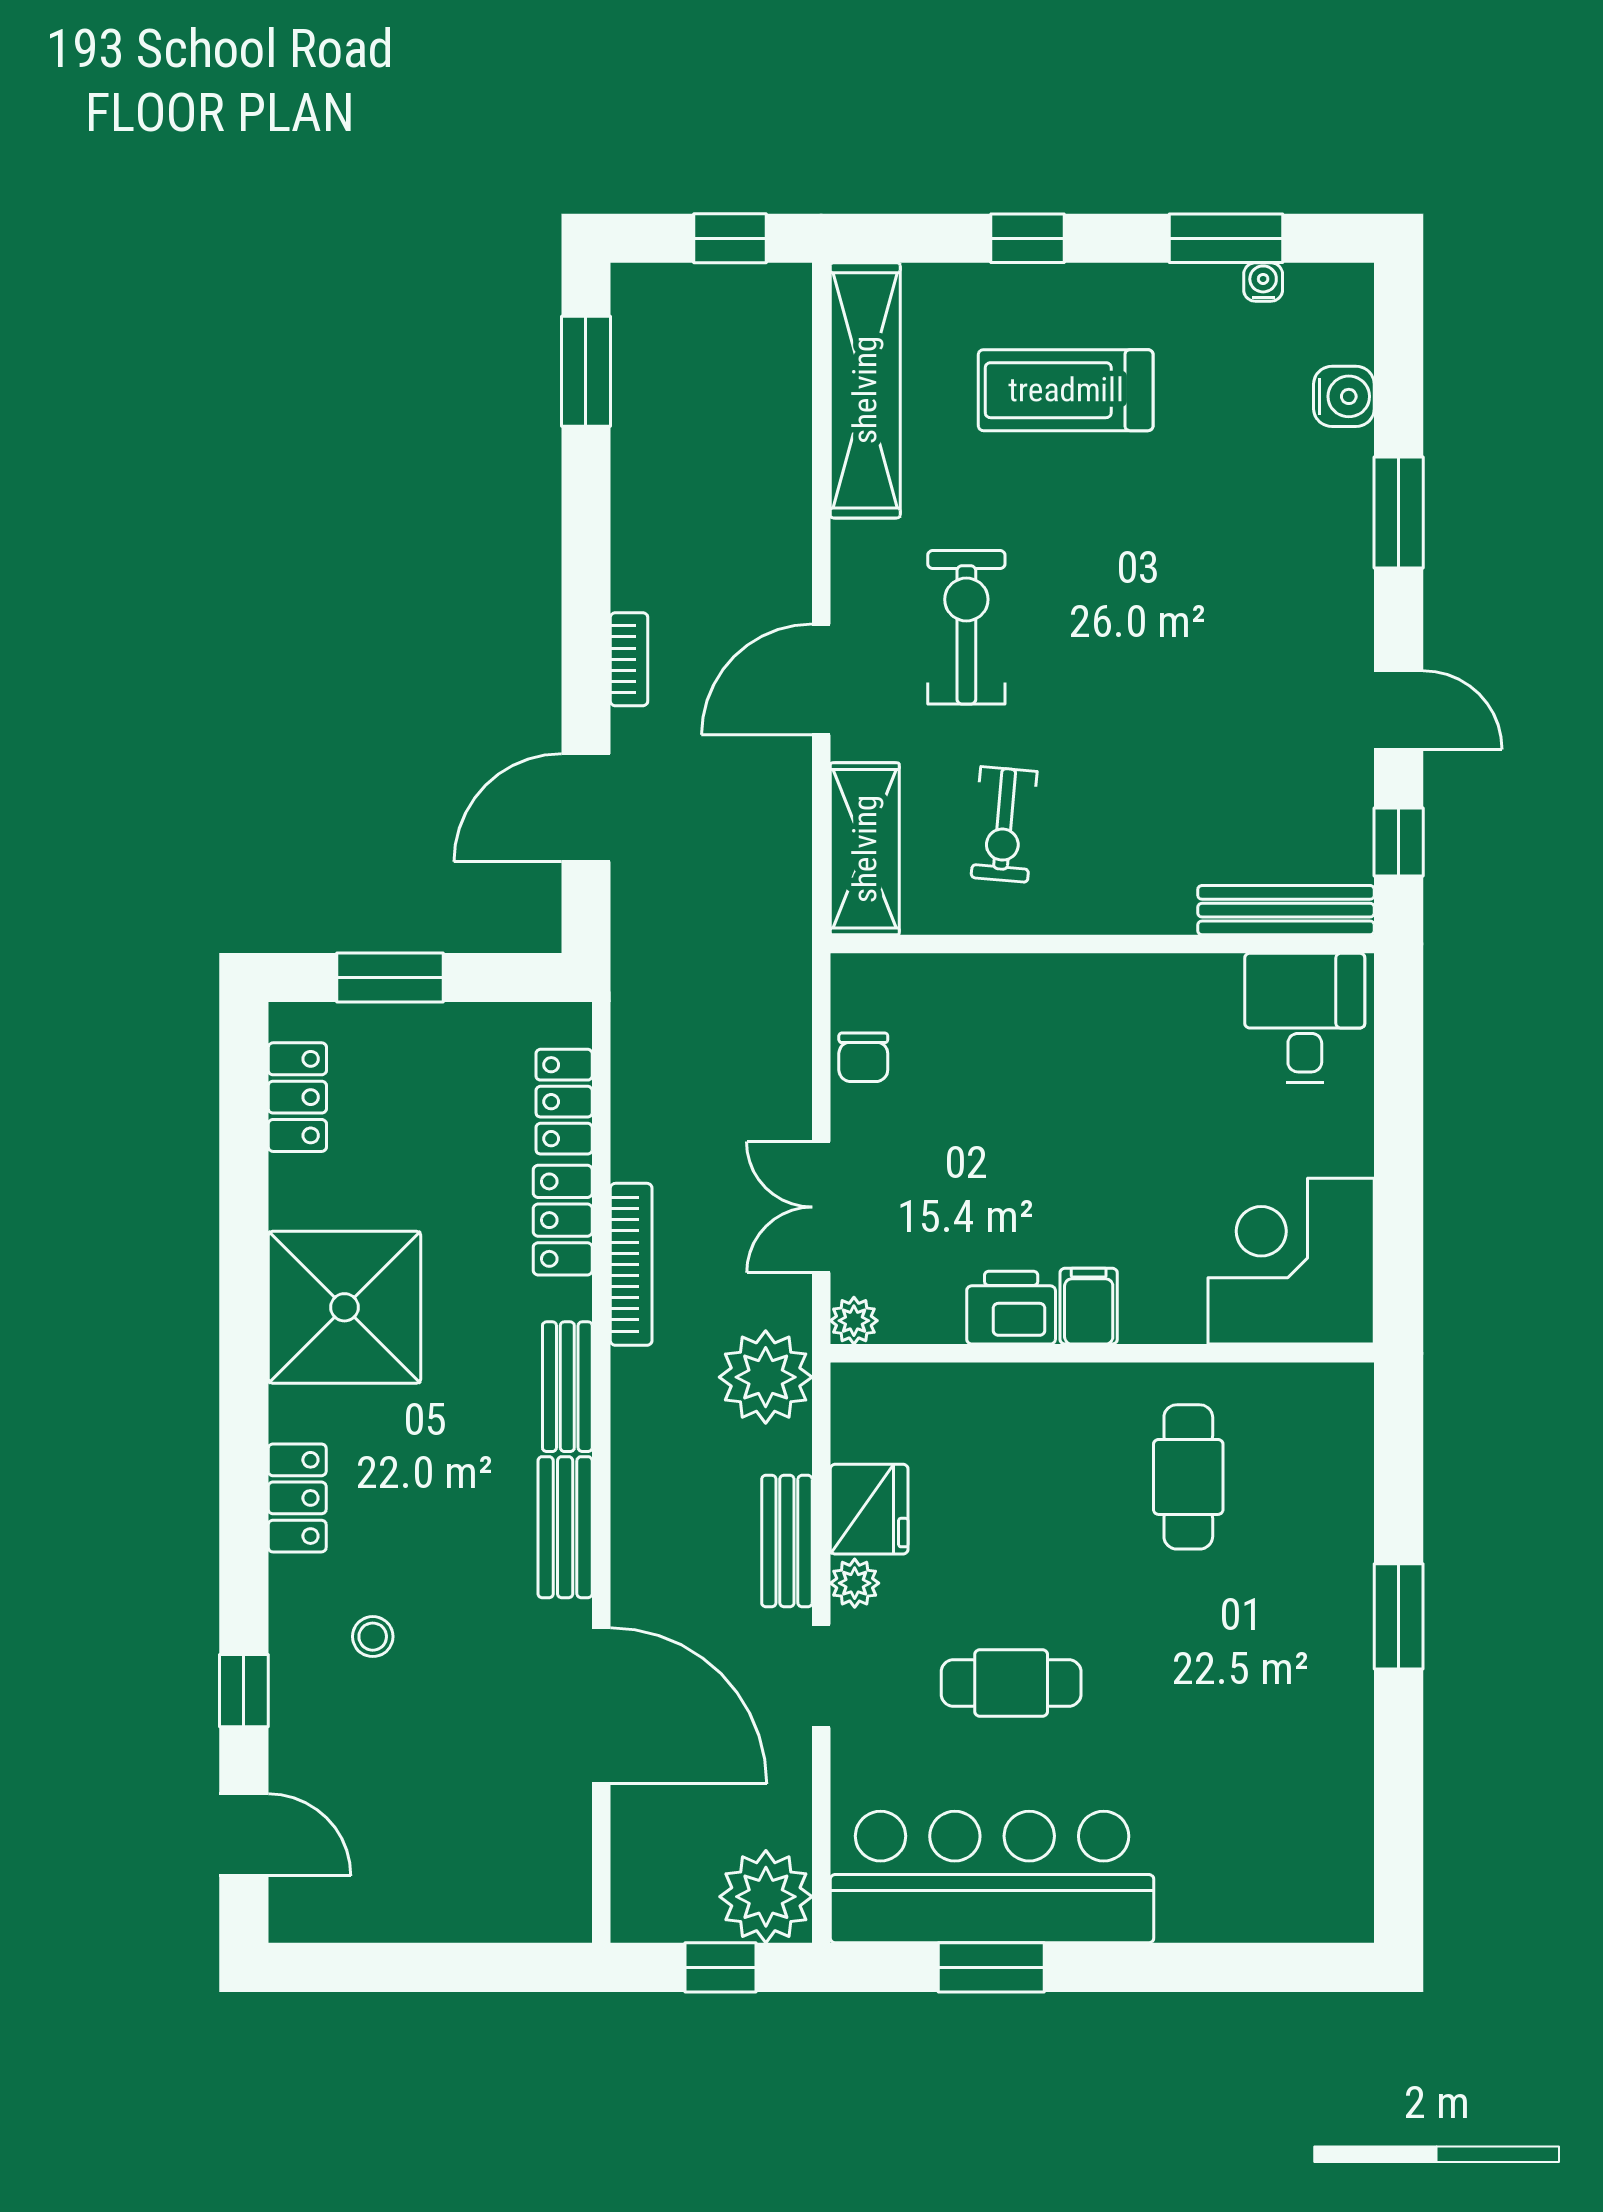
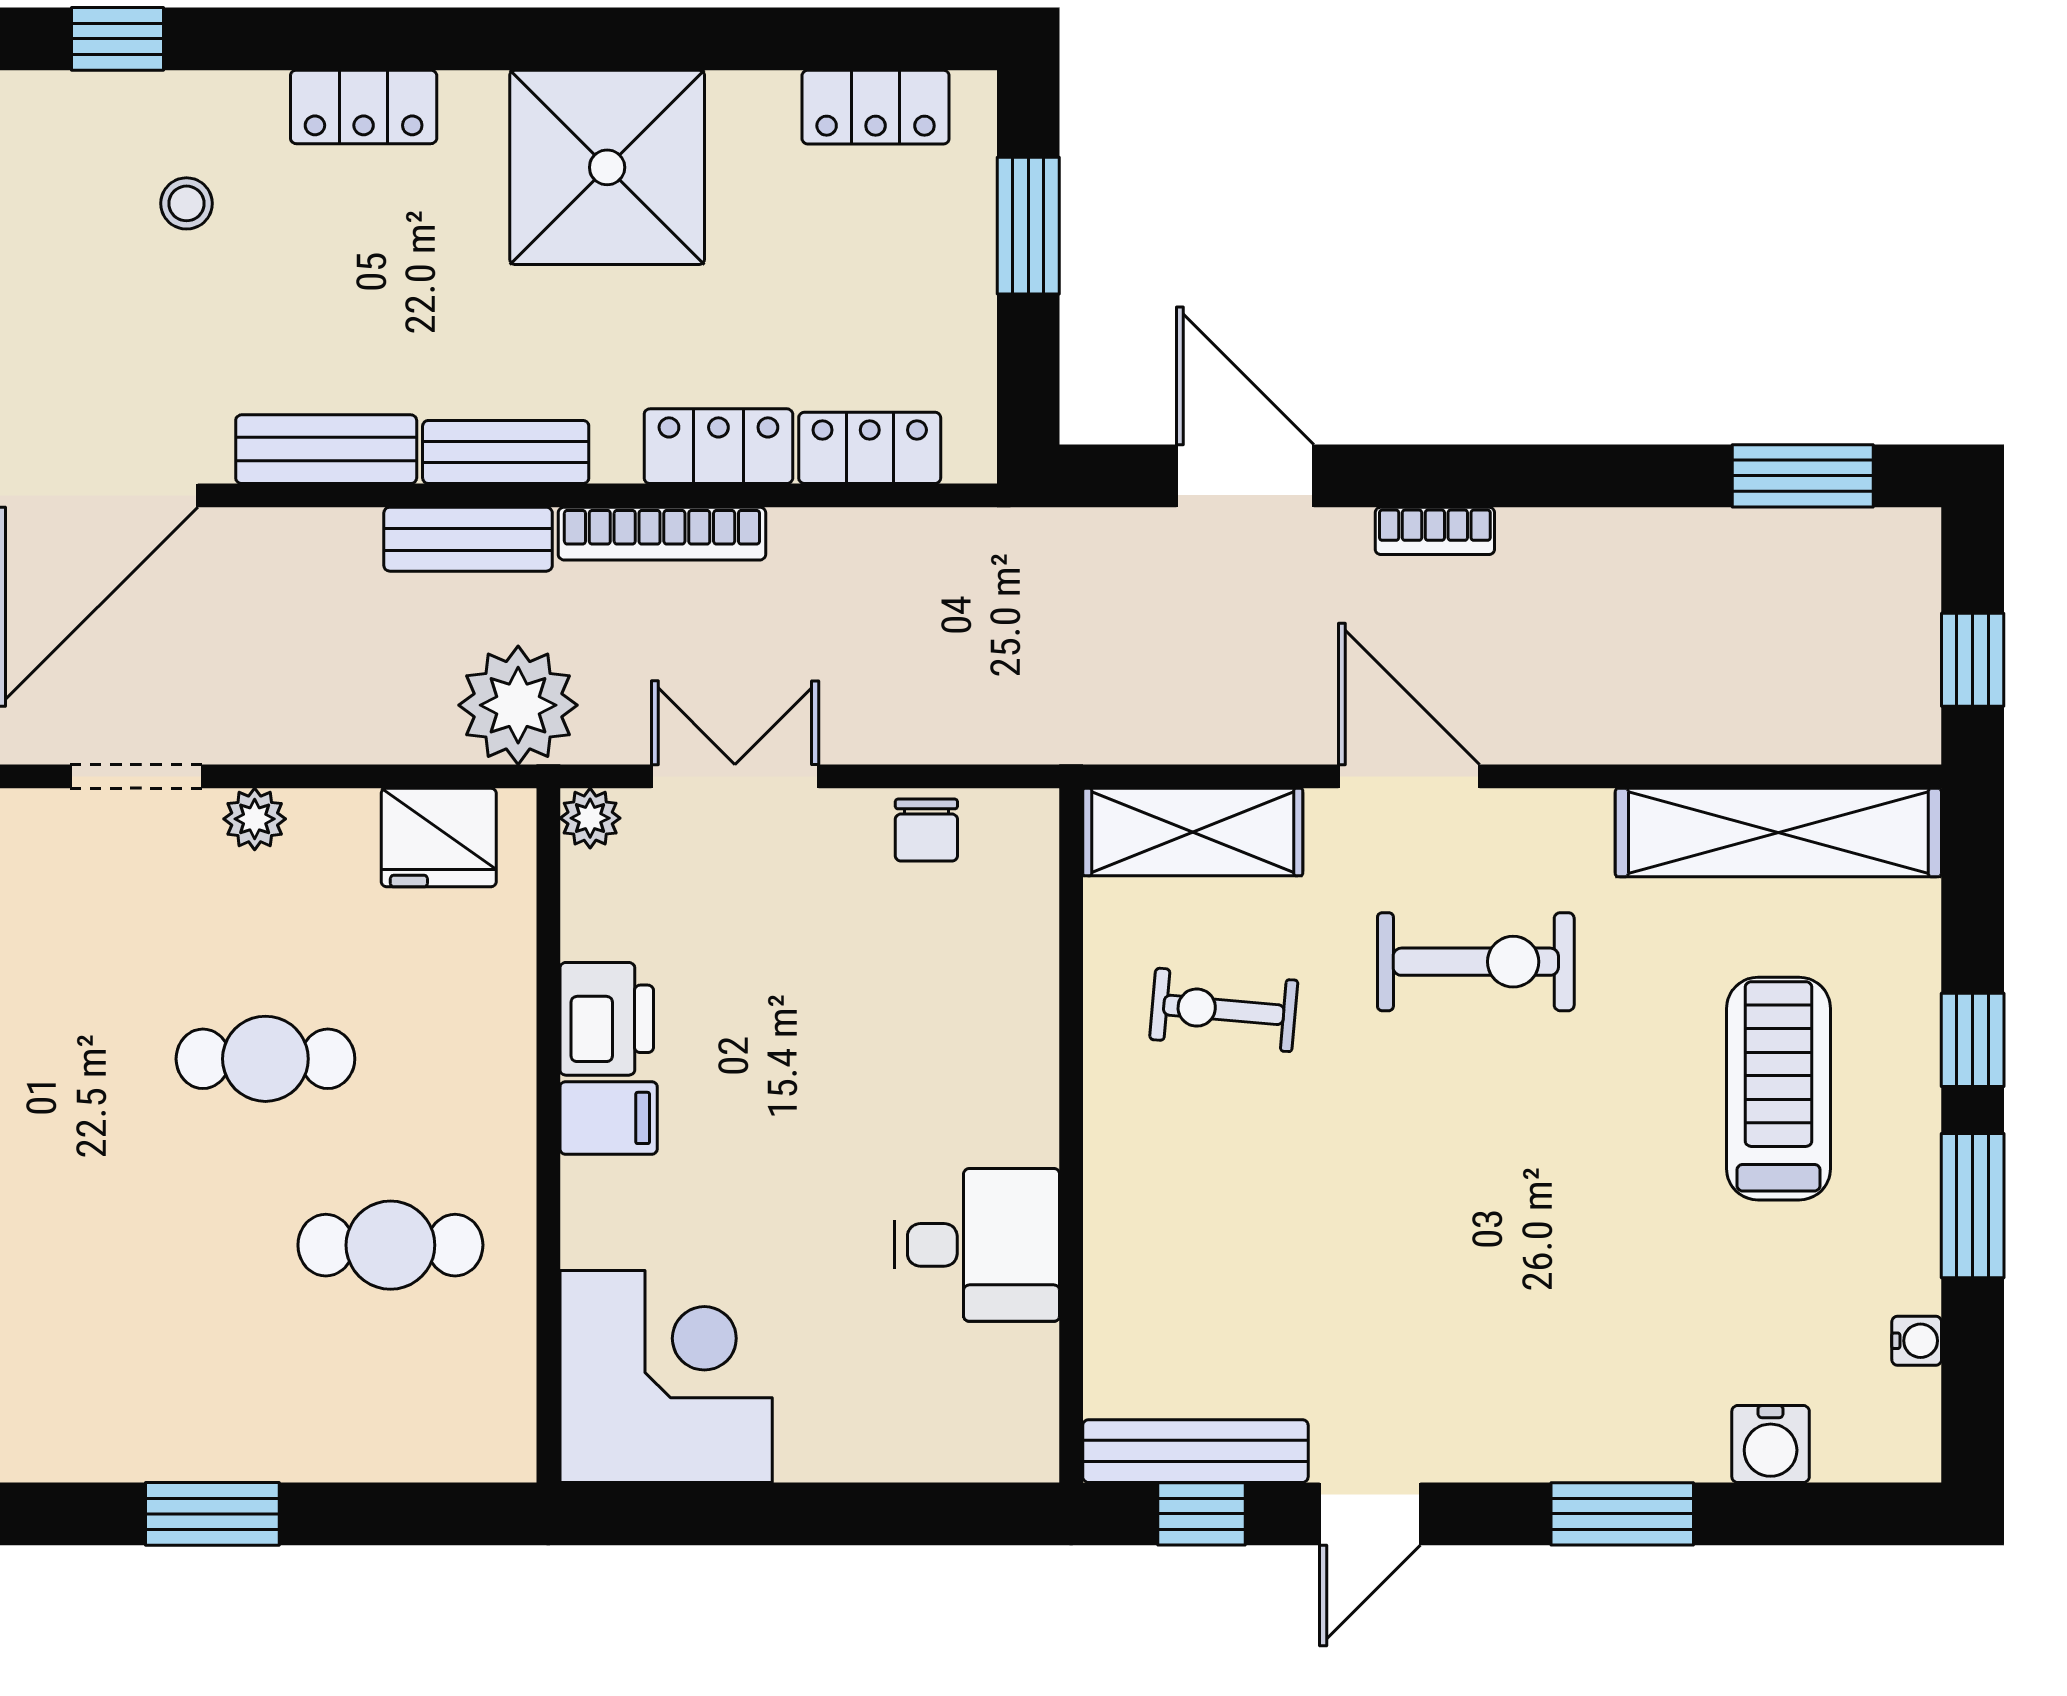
window: (1226, 238) -> (1973, 1206), moved
bench: (1286, 910) -> (1195, 1451), moved, turned 90
desk: (1305, 1018) -> (977, 1245), moved
chair: (863, 1057) -> (926, 830), turned -90
fridge: (869, 1509) -> (439, 837), moved
bench: (787, 1541) -> (468, 539), moved
cafe table: (1011, 1683) -> (265, 1059), moved, turned 90

